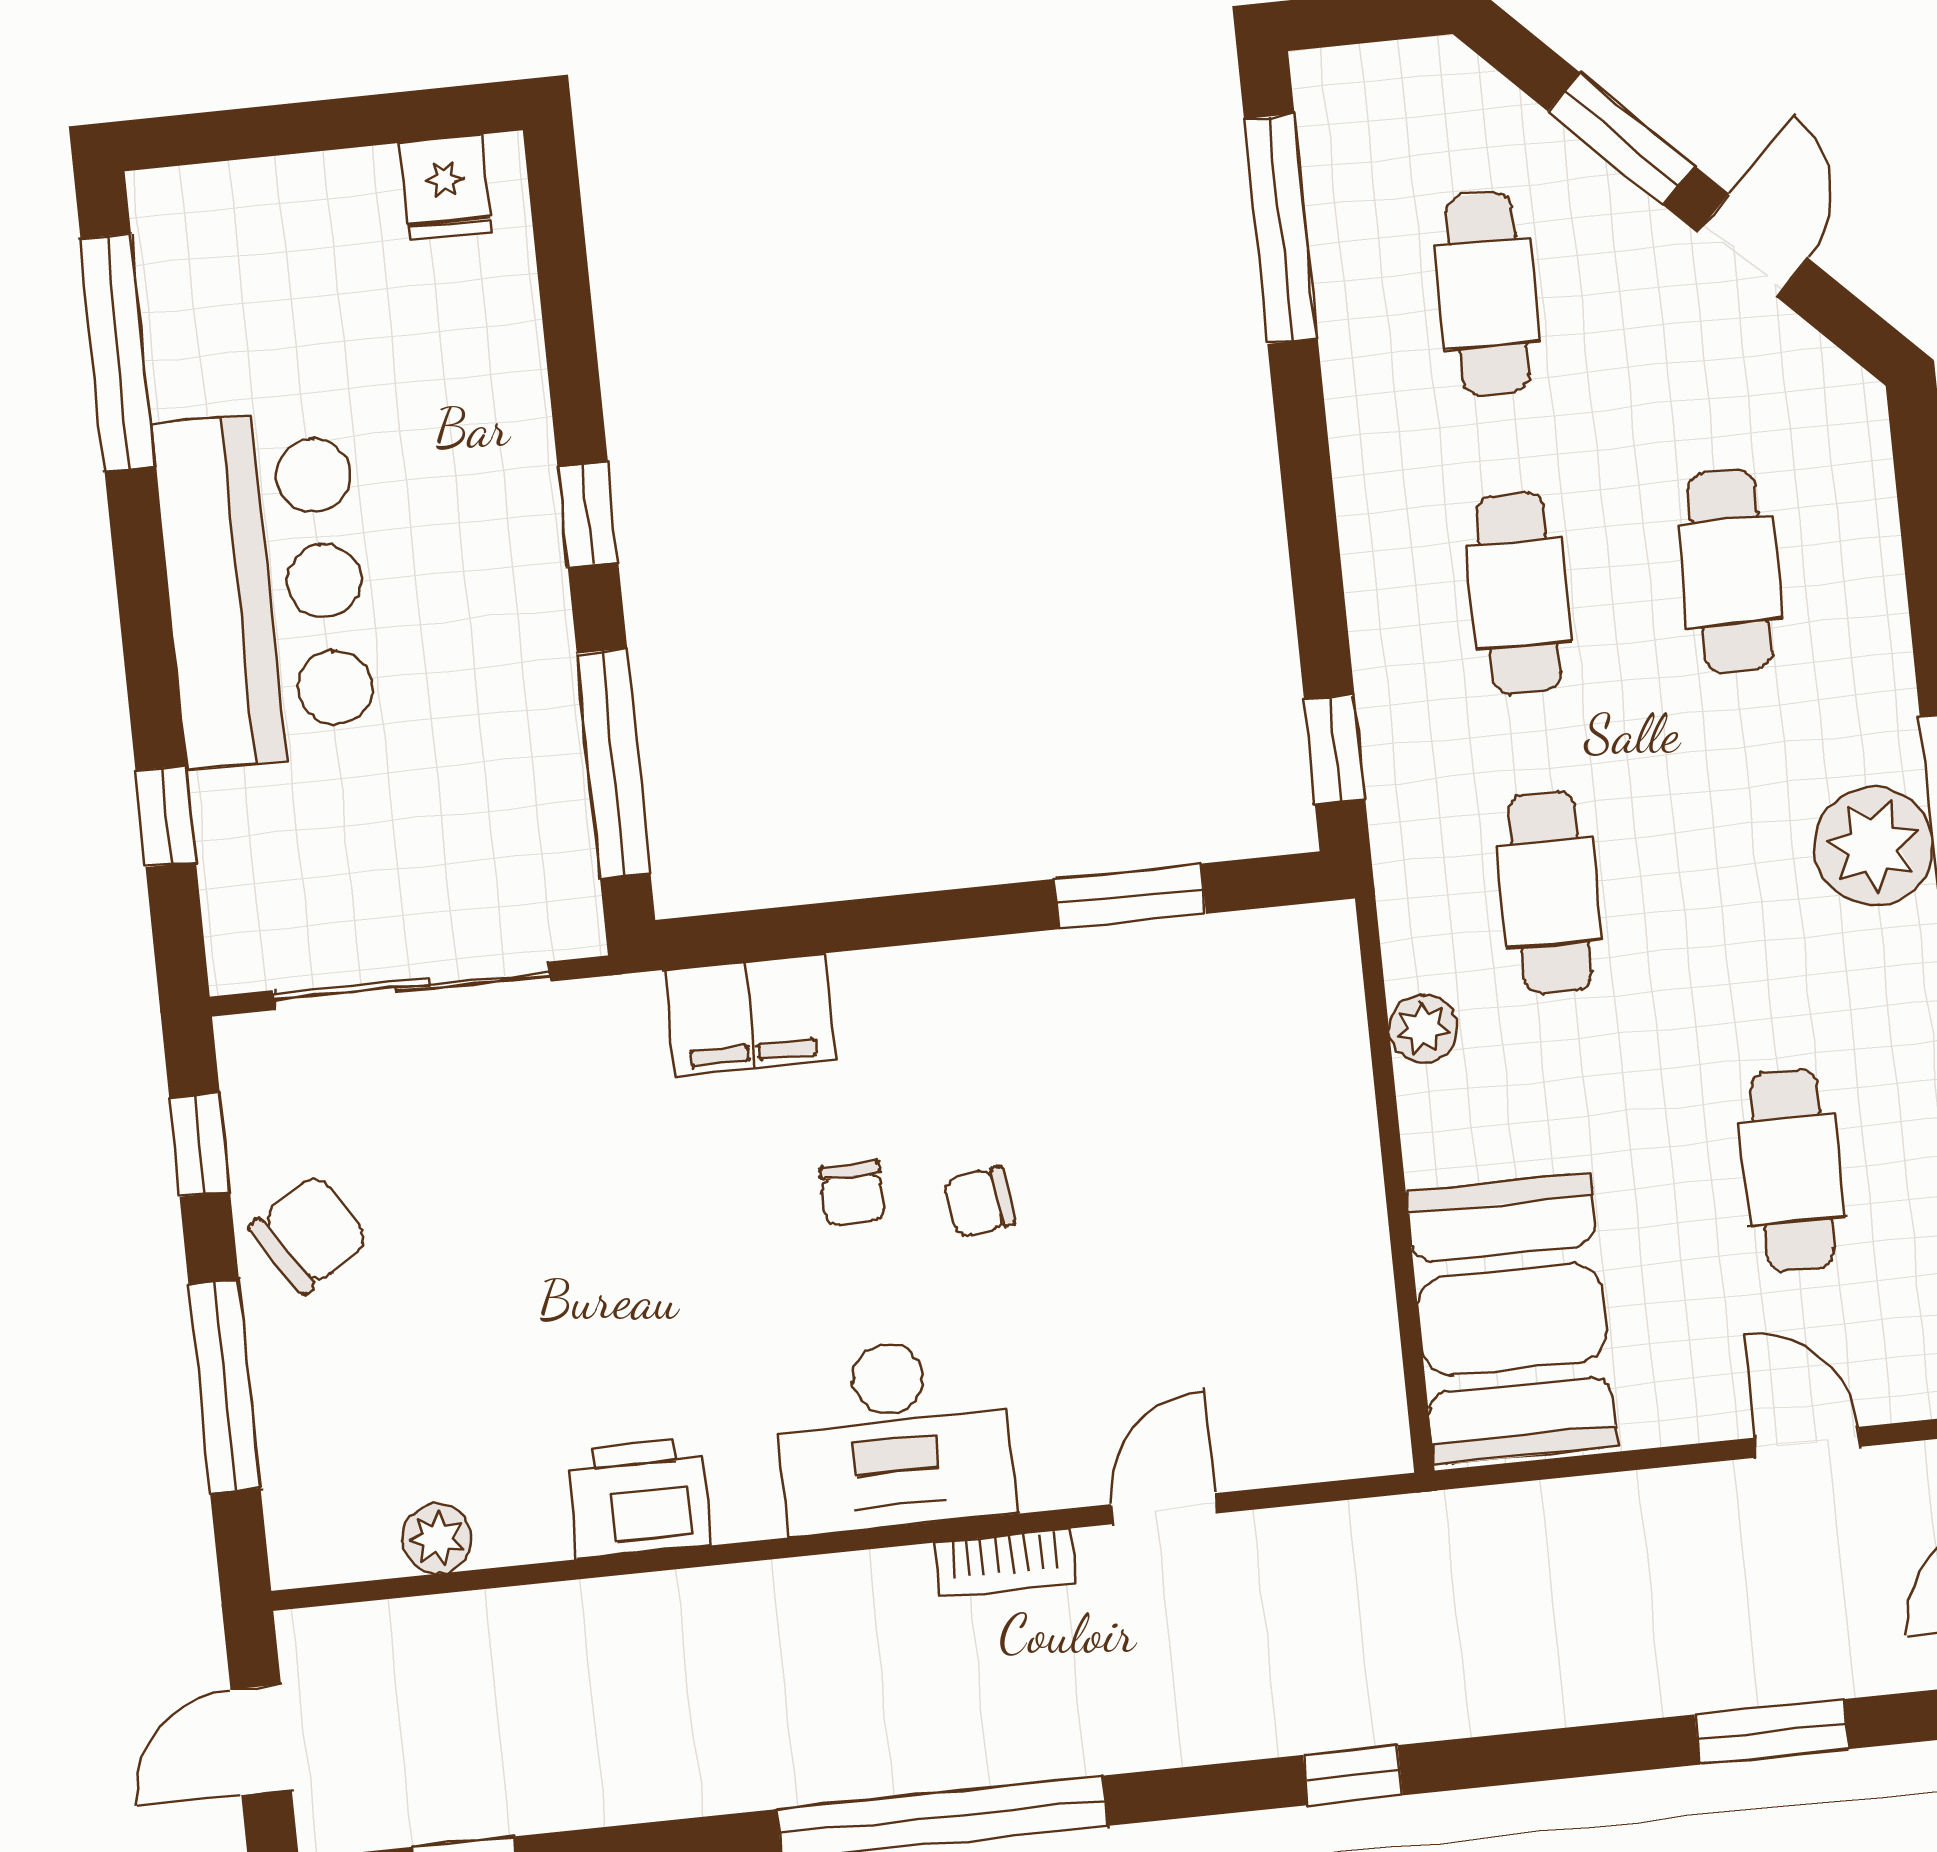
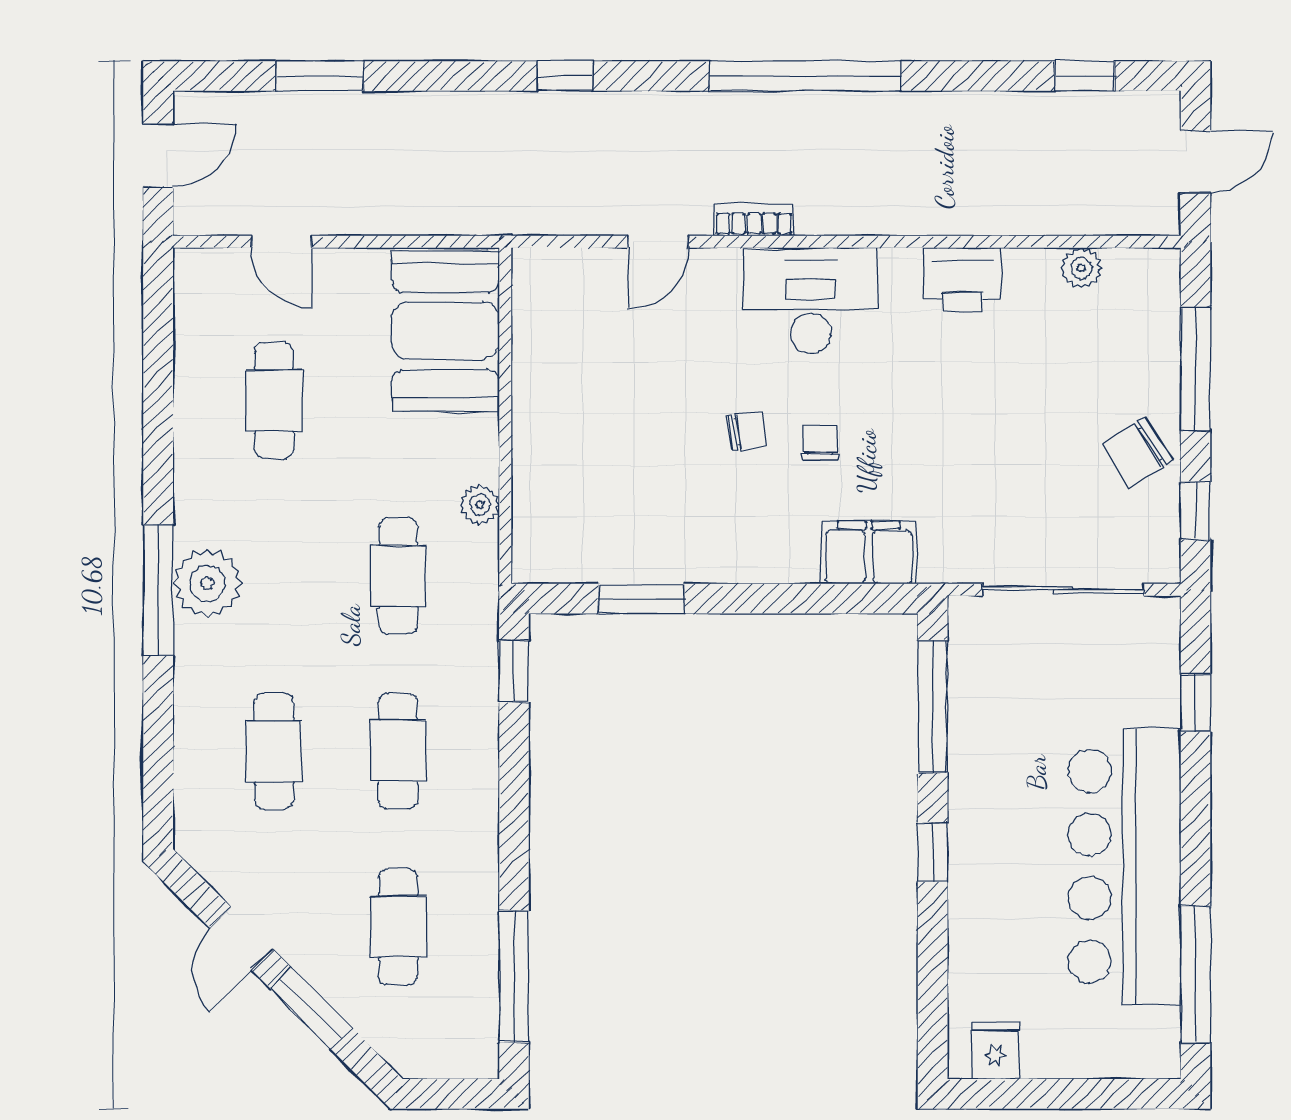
bar counter: (265, 588) -> (1125, 866), width x1.36

